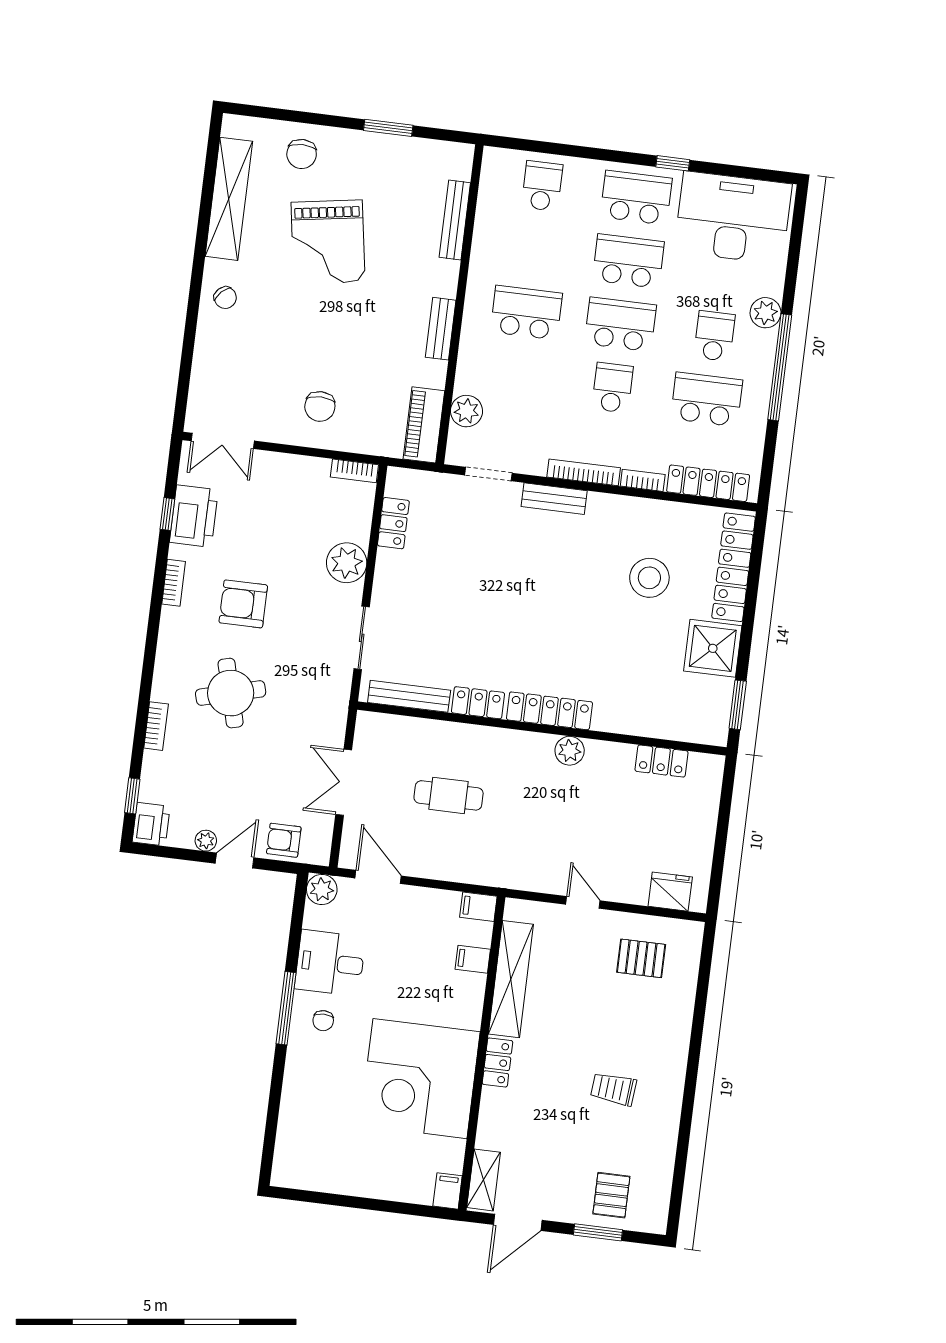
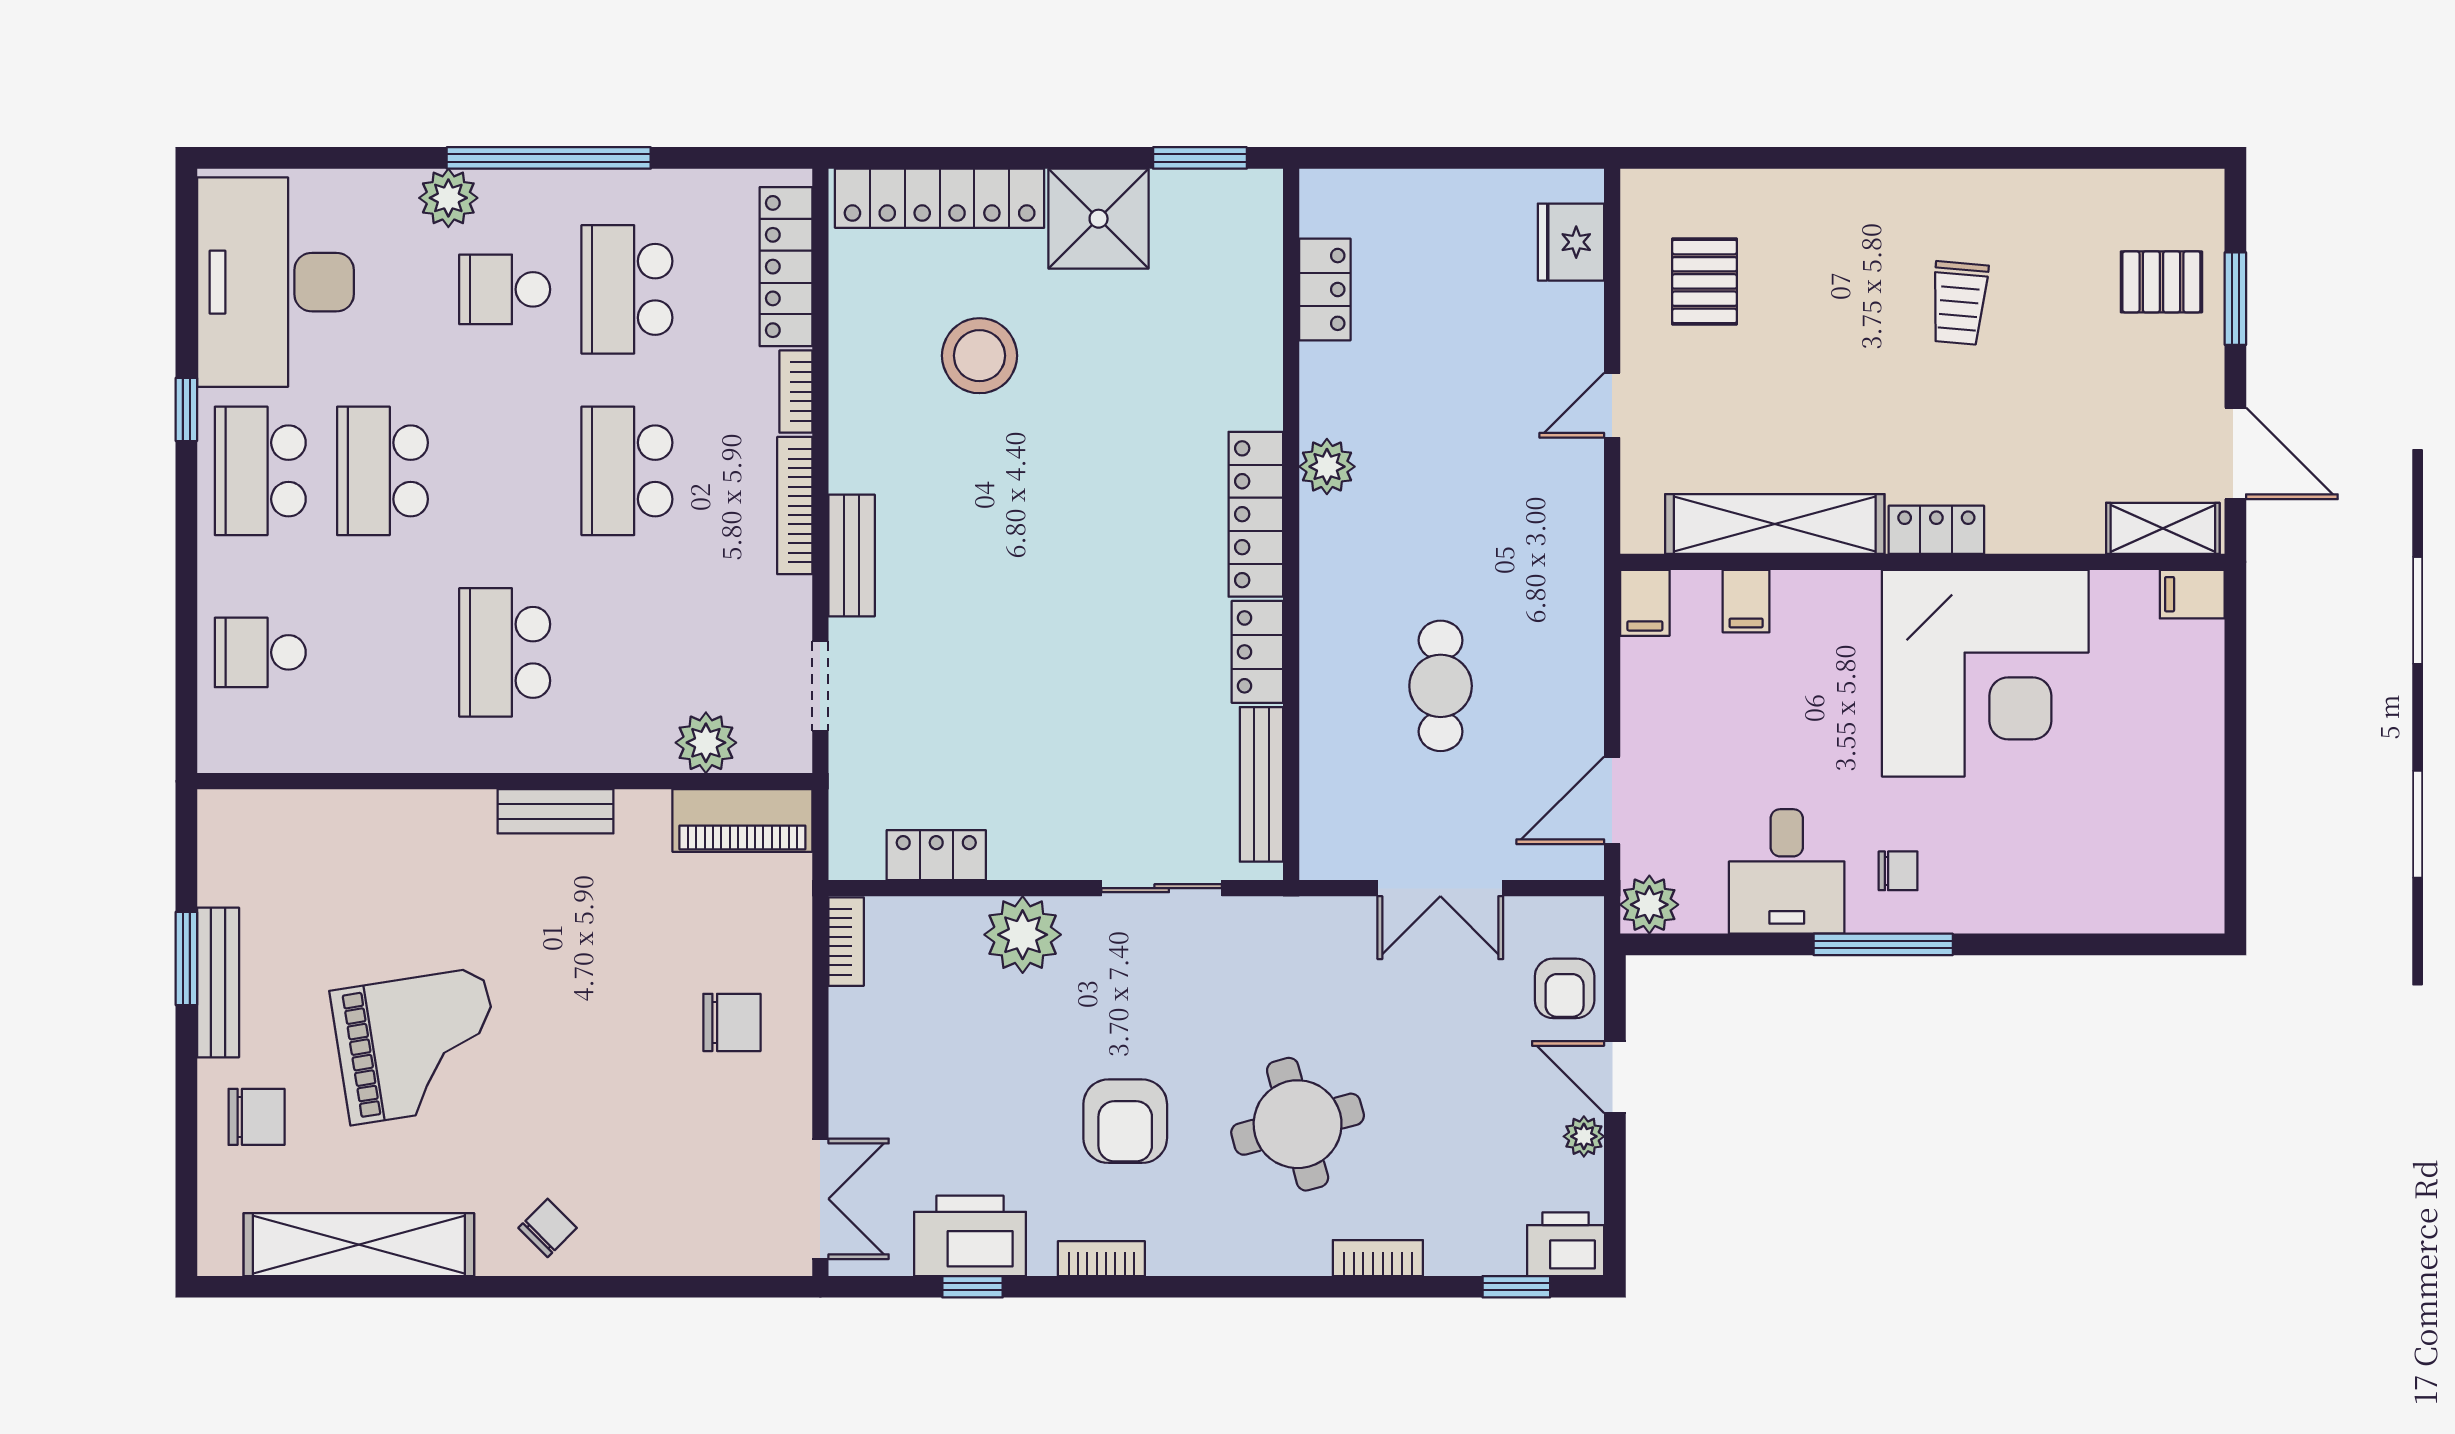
bench: (455, 220) -> (218, 982), moved, turned 90
school desk: (620, 324) -> (505, 471), removed
school desk: (612, 388) -> (627, 471), width x1.85

